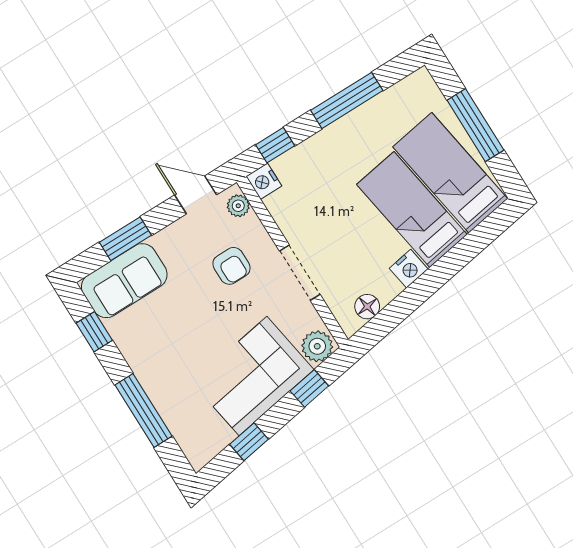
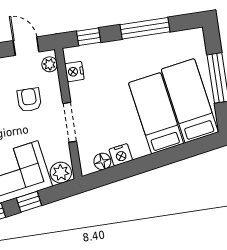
nightstand: (264, 181) -> (74, 72), moved
armchair: (231, 266) -> (29, 100), turned 180
nightstand: (409, 269) -> (121, 155), moved
window: (309, 388) -> (29, 202), moved

